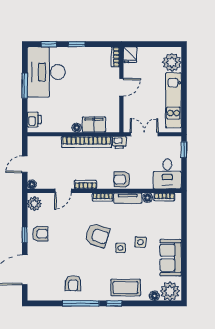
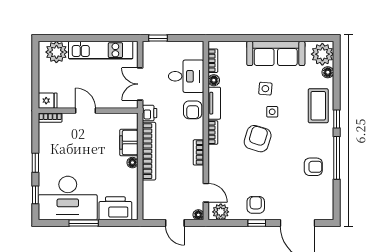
printer: (34, 120) -> (115, 208), width x1.87, depth x1.48
desk: (167, 174) -> (186, 76), moved
door: (63, 191) -> (206, 193), moved
sofa: (171, 258) -> (276, 53), width x1.36

